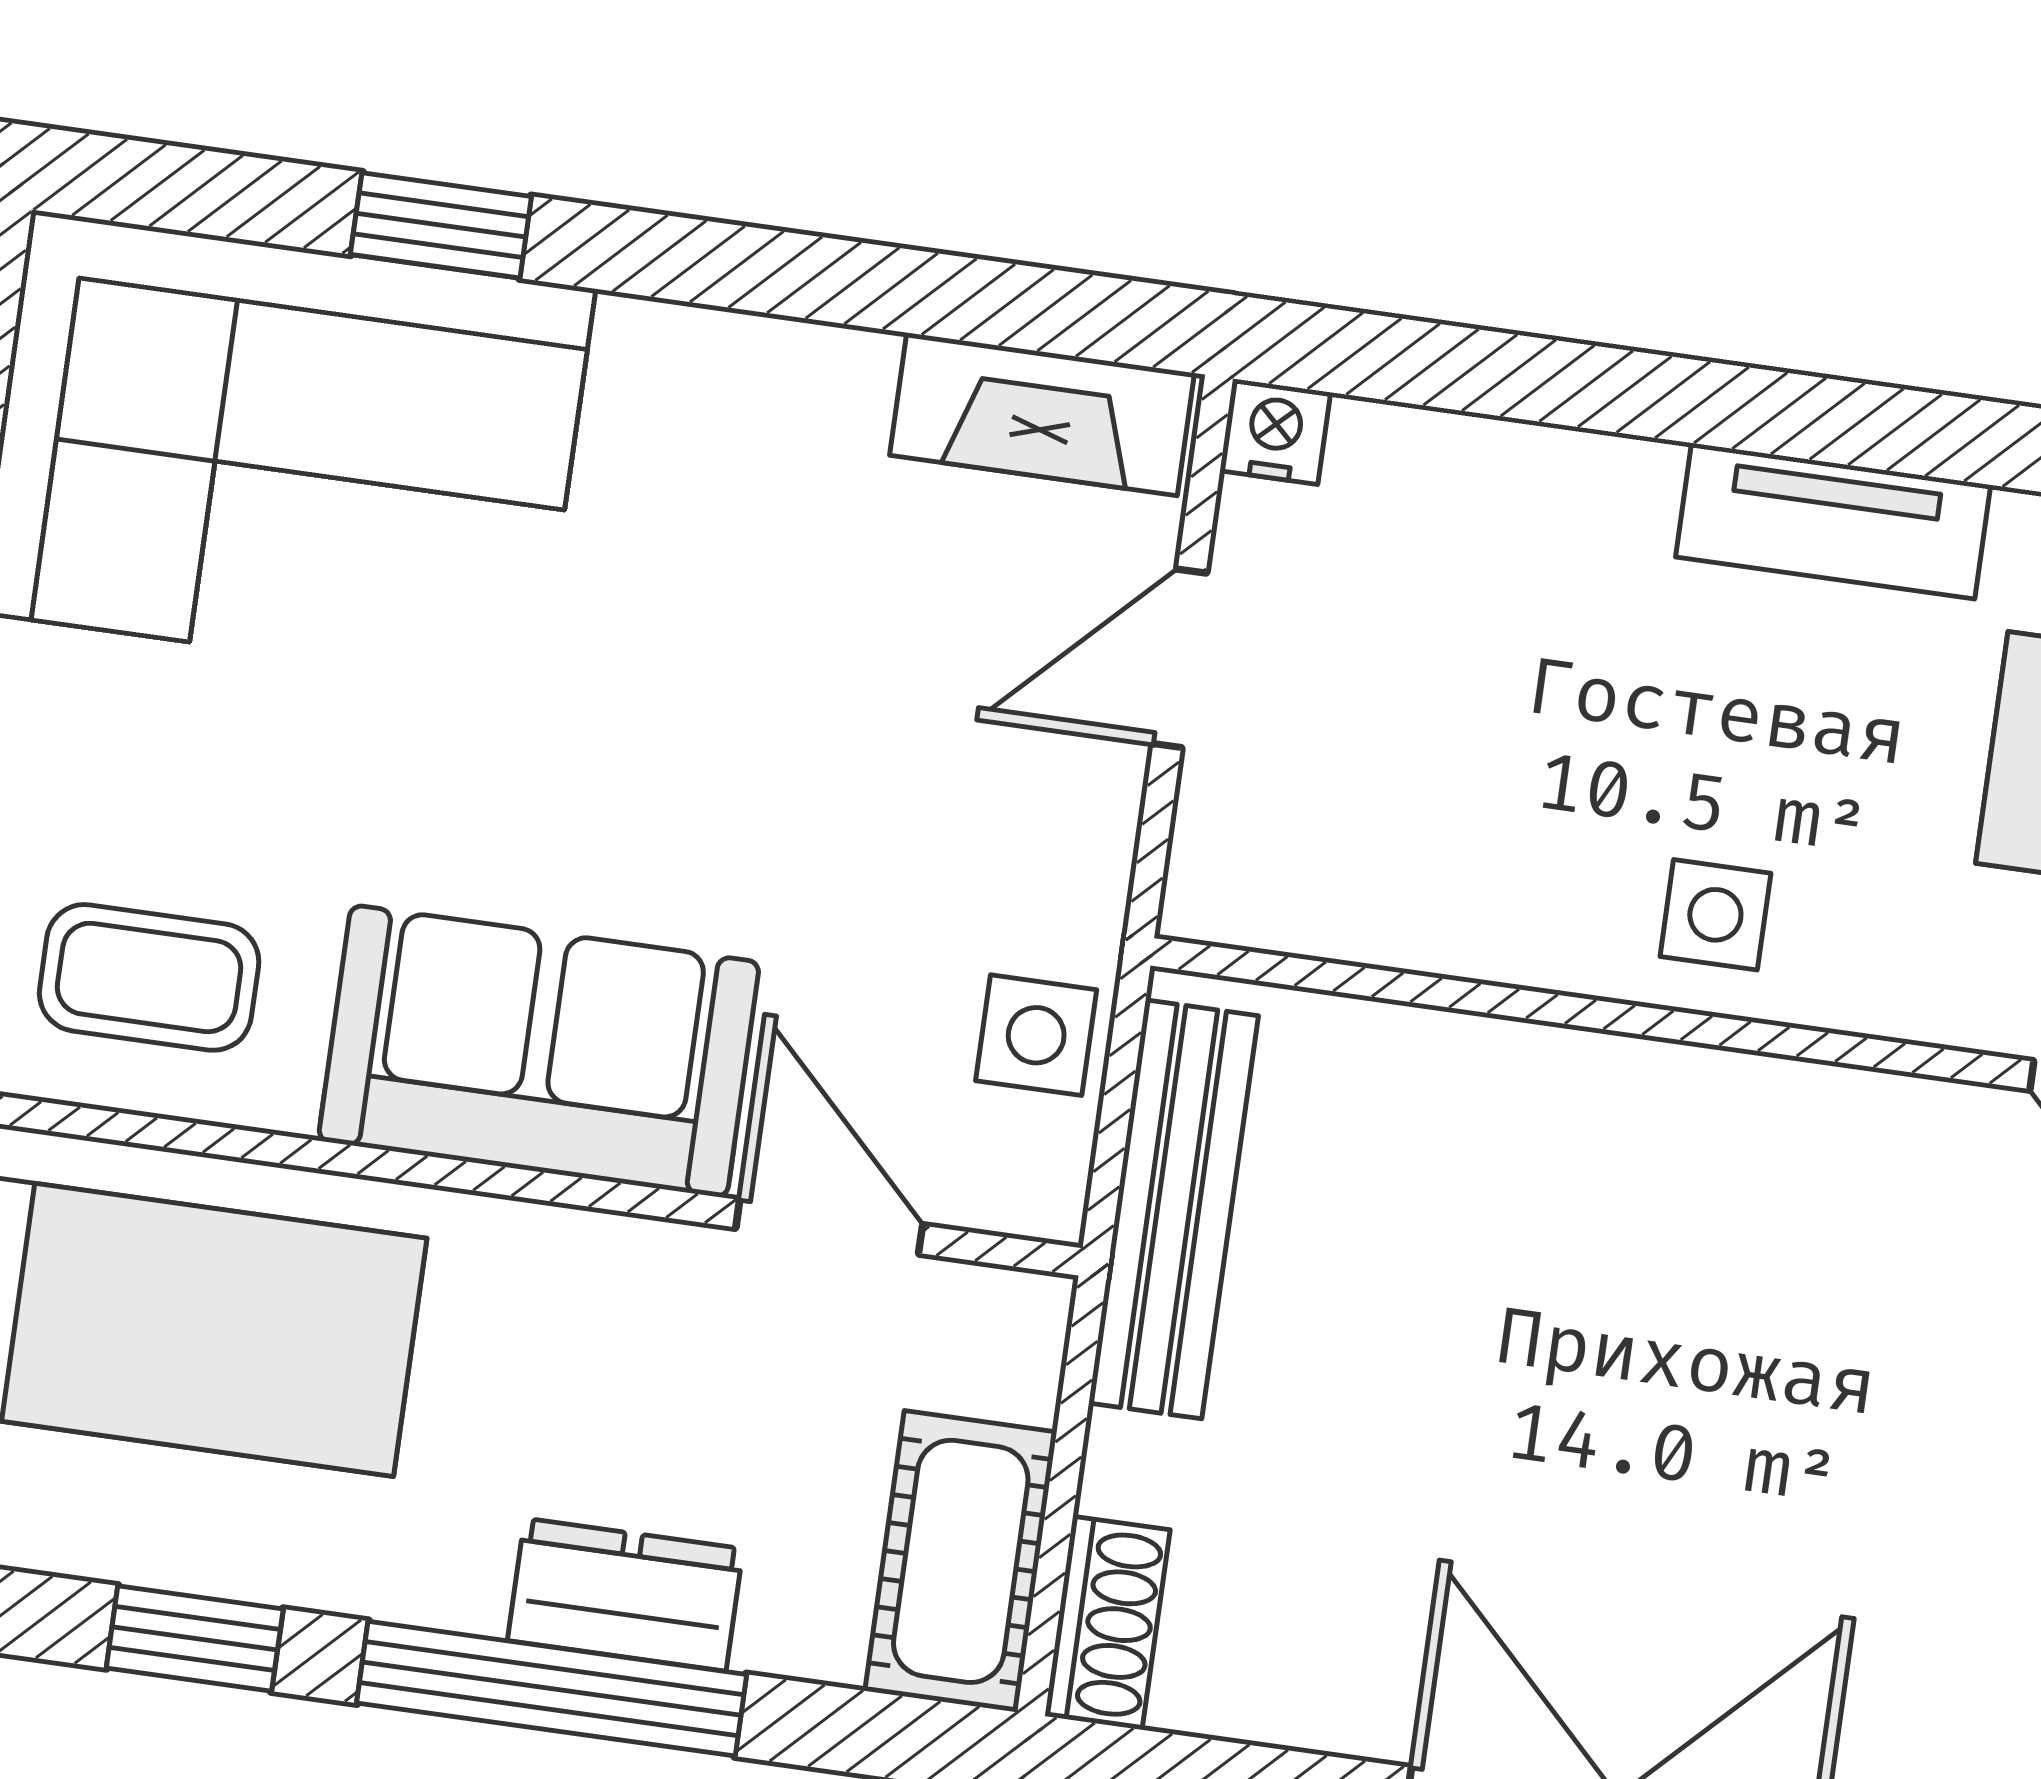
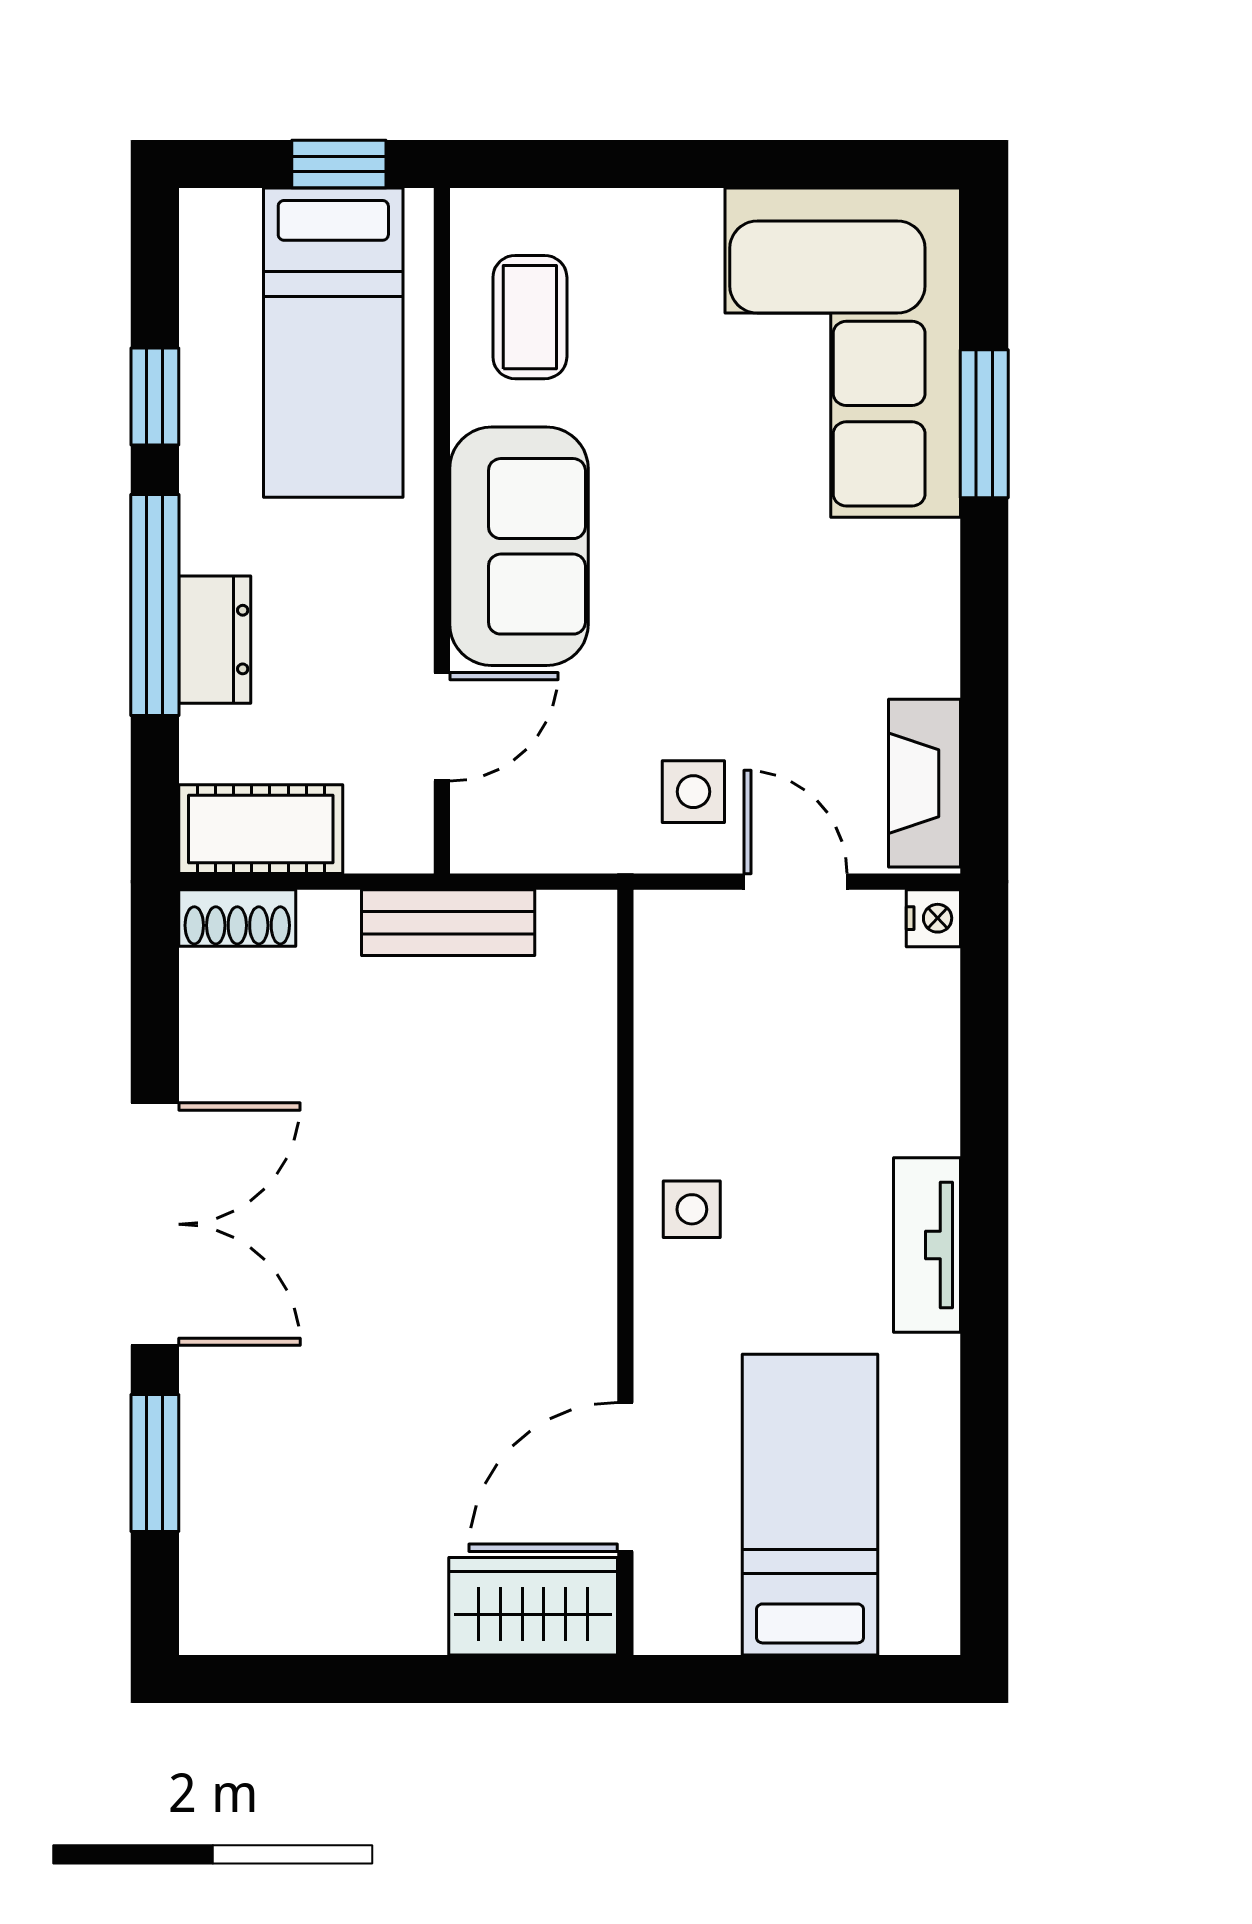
window: (441, 225) -> (984, 424), width x1.50
side table: (1036, 1035) -> (693, 792), moved
bench: (1174, 1209) -> (448, 923), width x0.73

